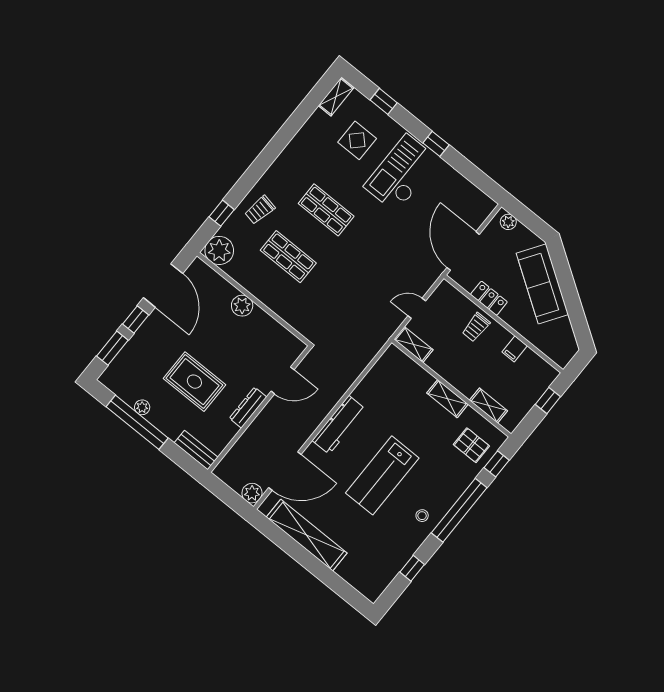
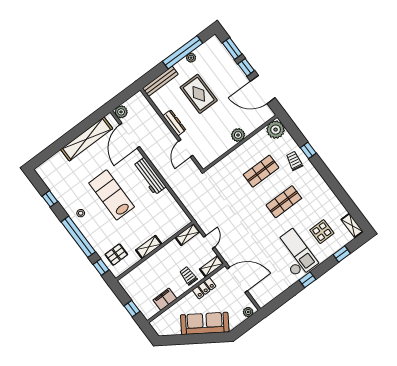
window: (222, 213) -> (308, 150), moved
filing cabinet: (515, 349) -> (165, 299), width x2.00
rug: (194, 382) -> (199, 94), turned 90
shelving: (489, 405) -> (212, 266), moved
bench: (196, 450) -> (160, 81), width x1.36

